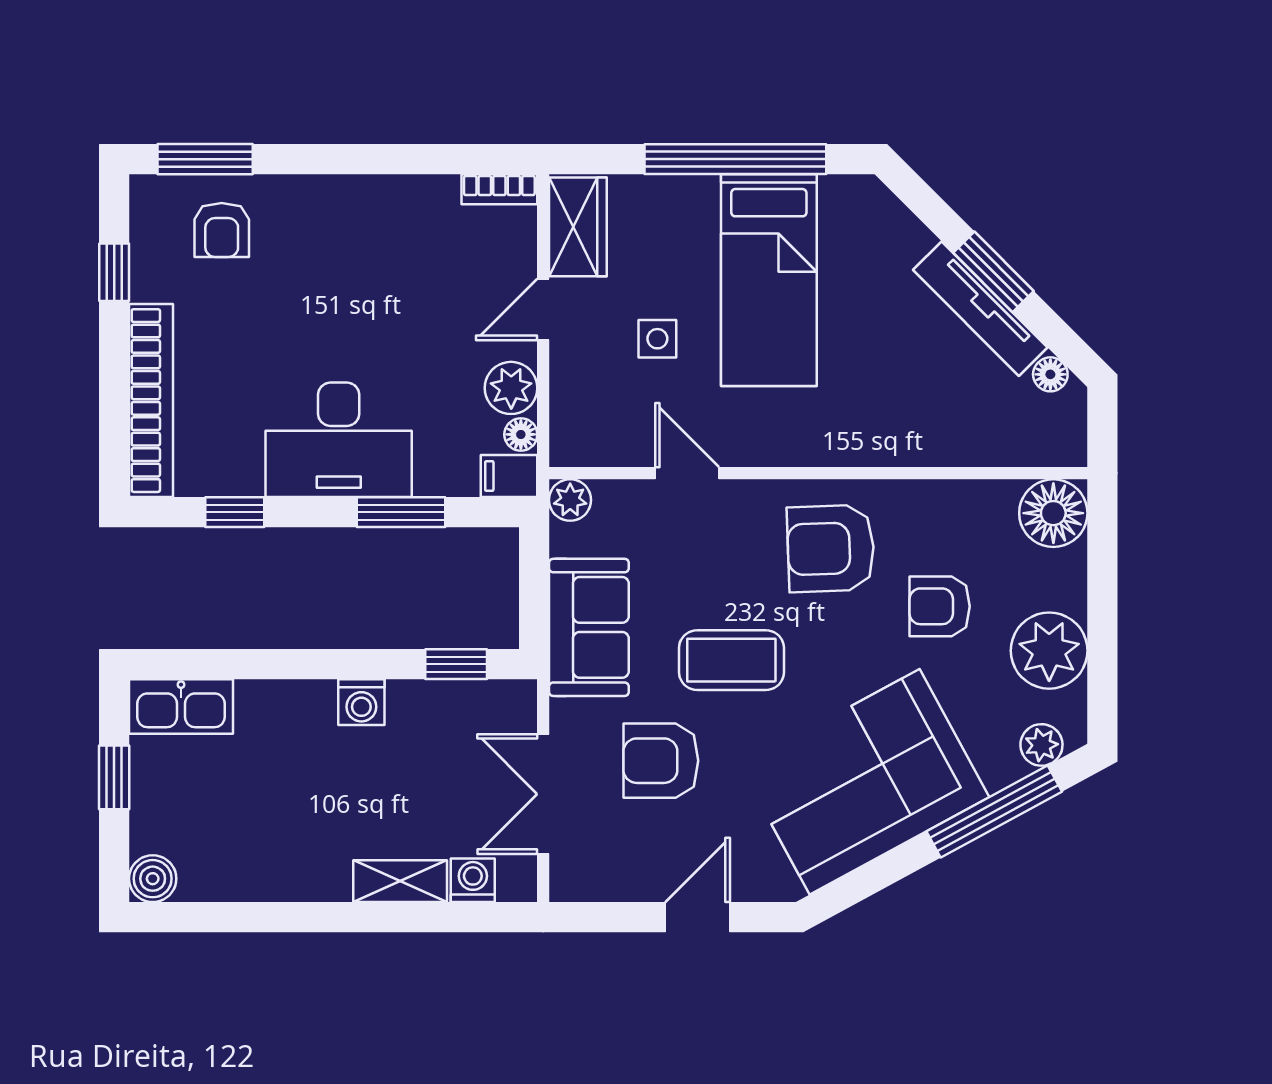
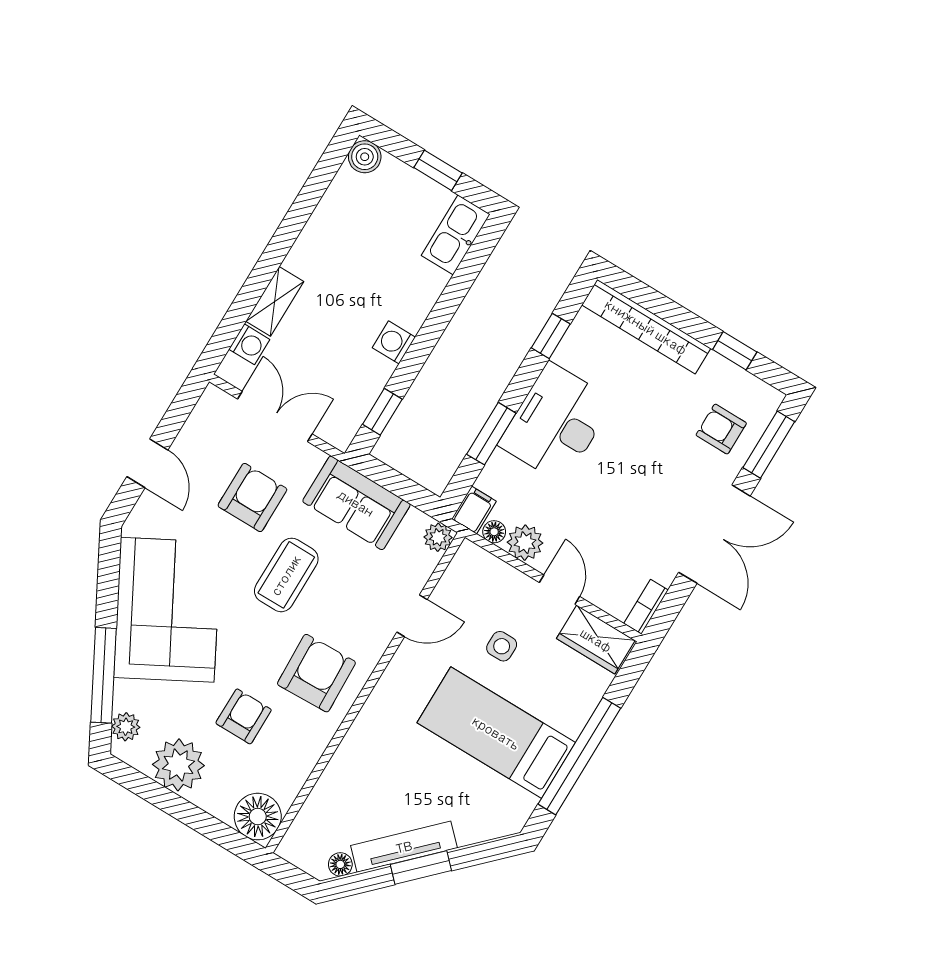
double door: (357, 159) -> (714, 534), added

